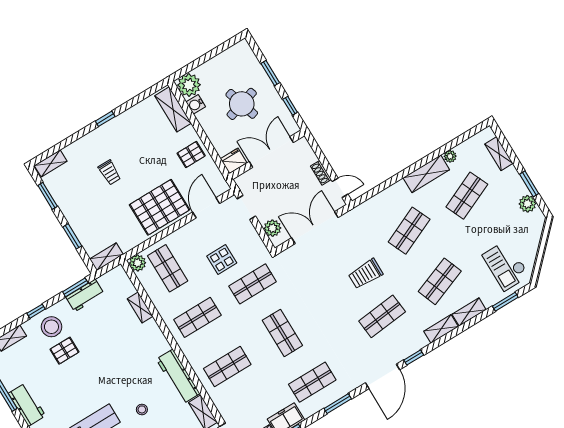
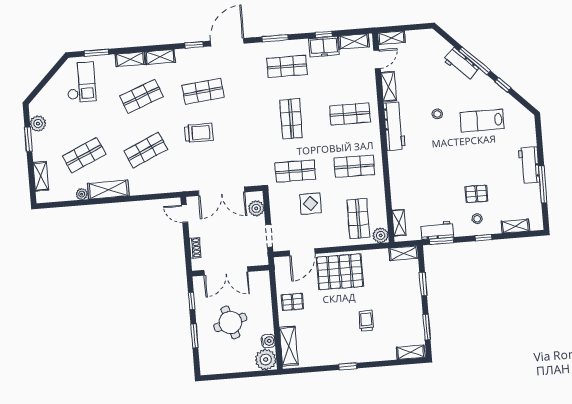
fridge: (234, 161) -> (260, 279), removed
shoe rack: (321, 173) -> (195, 248), moved
shelving: (140, 308) -> (399, 223), moved
stool: (51, 327) -> (477, 219), width x0.53, depth x0.53

